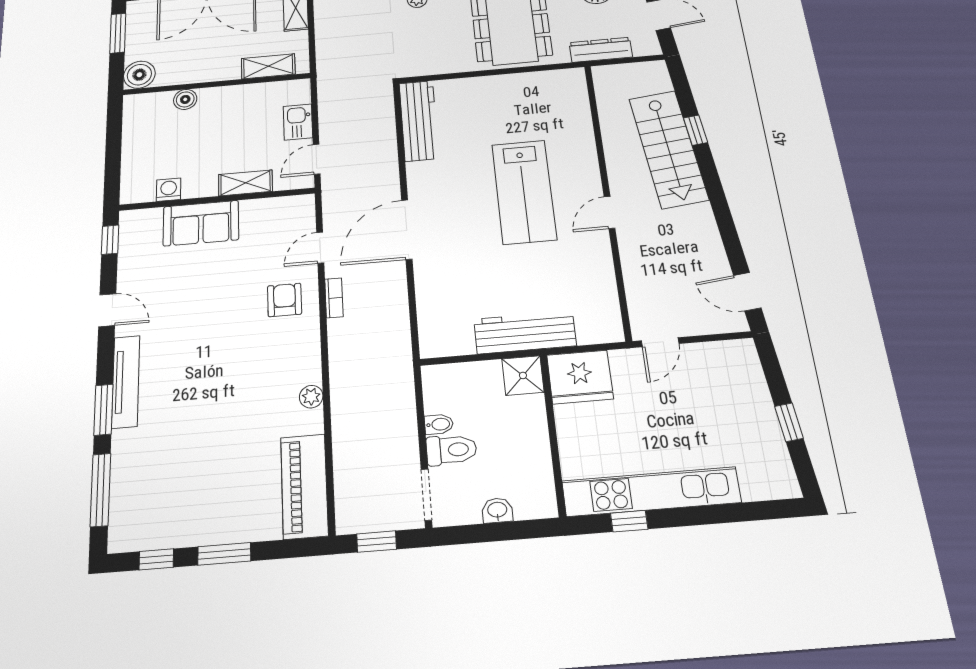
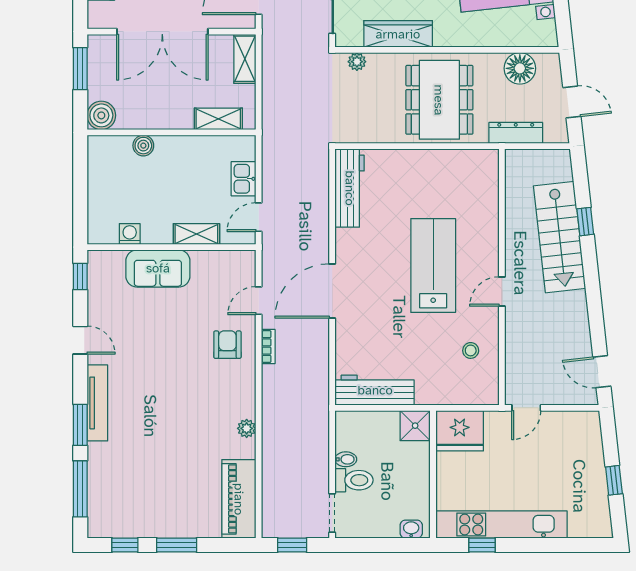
lab bench: (524, 192) -> (433, 265), turned 180
stool: (581, 281) -> (471, 350), added
workbench: (525, 332) -> (375, 390), moved
washbasin: (497, 510) -> (411, 529), moved

